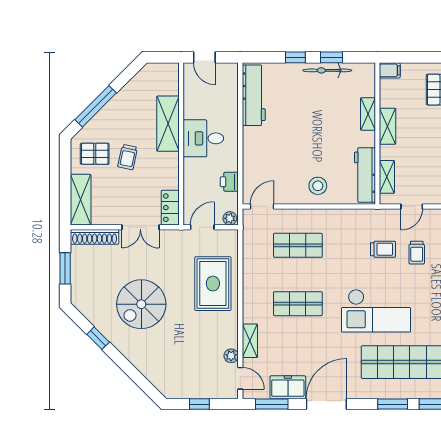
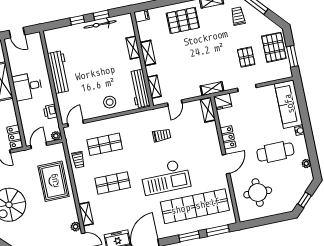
workbench: (254, 95) -> (59, 72), moved
trolley: (417, 253) -> (78, 160), moved

